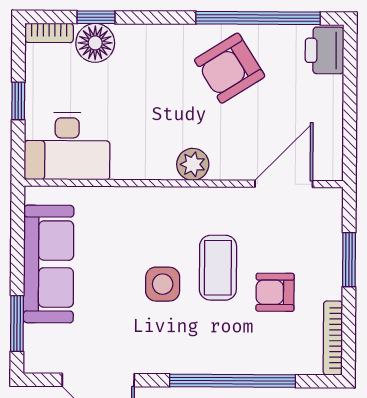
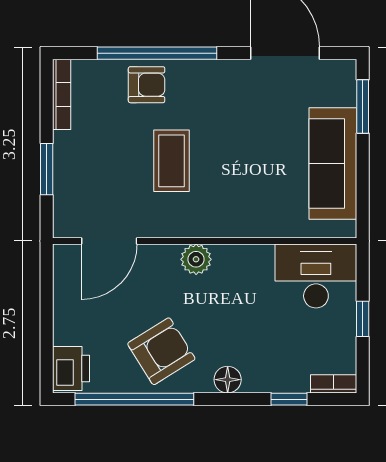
floor lamp: (95, 43) -> (228, 380), moved, width x0.73, depth x0.73
side table: (163, 284) -> (224, 145), removed
armchair: (275, 292) -> (147, 85), moved

